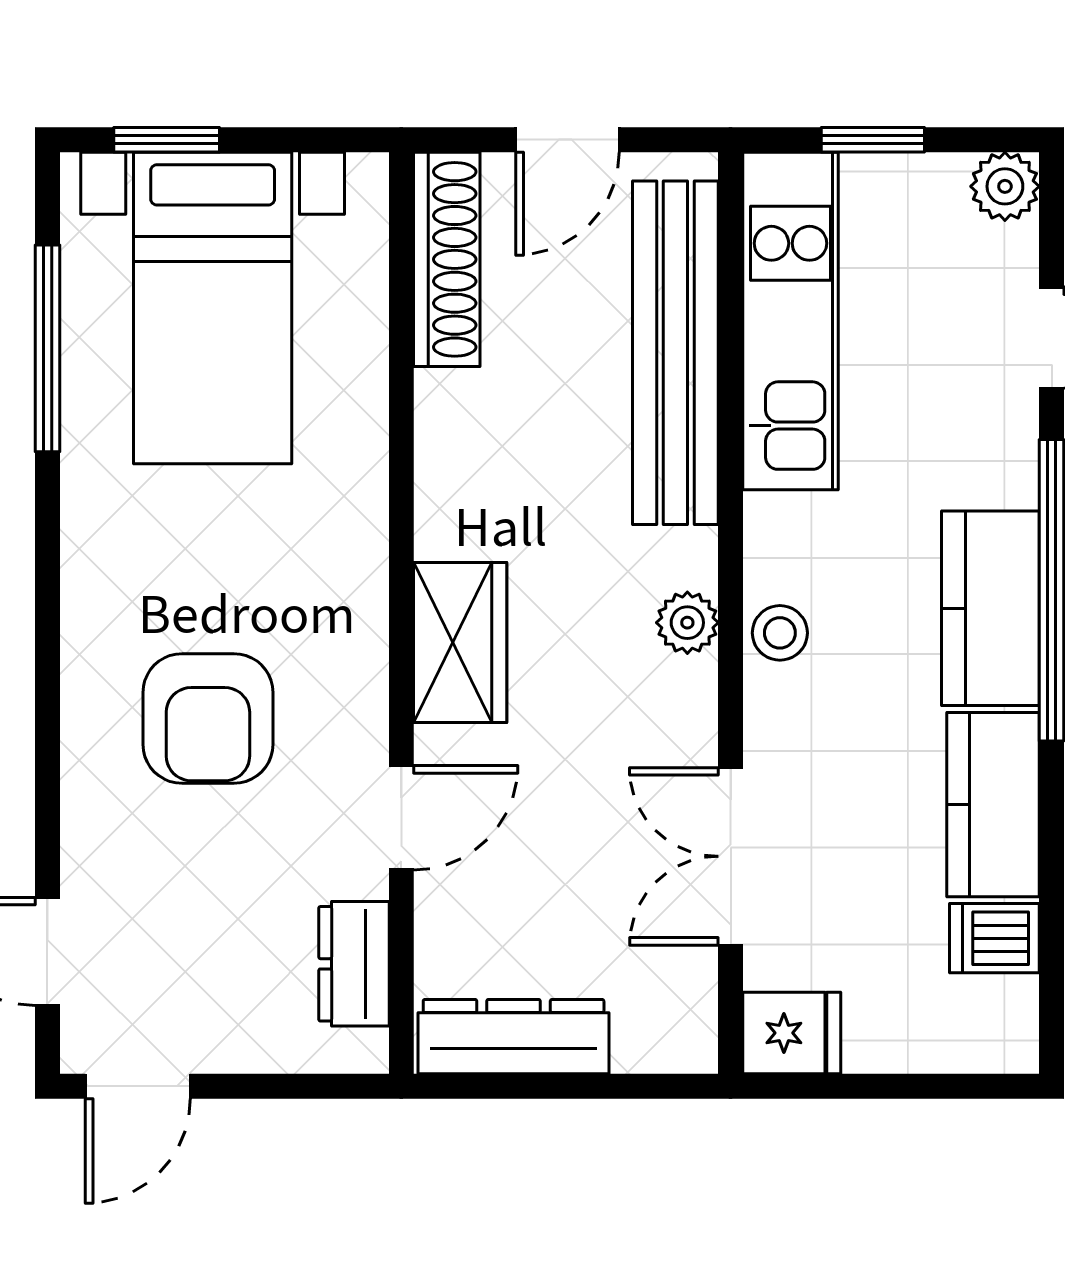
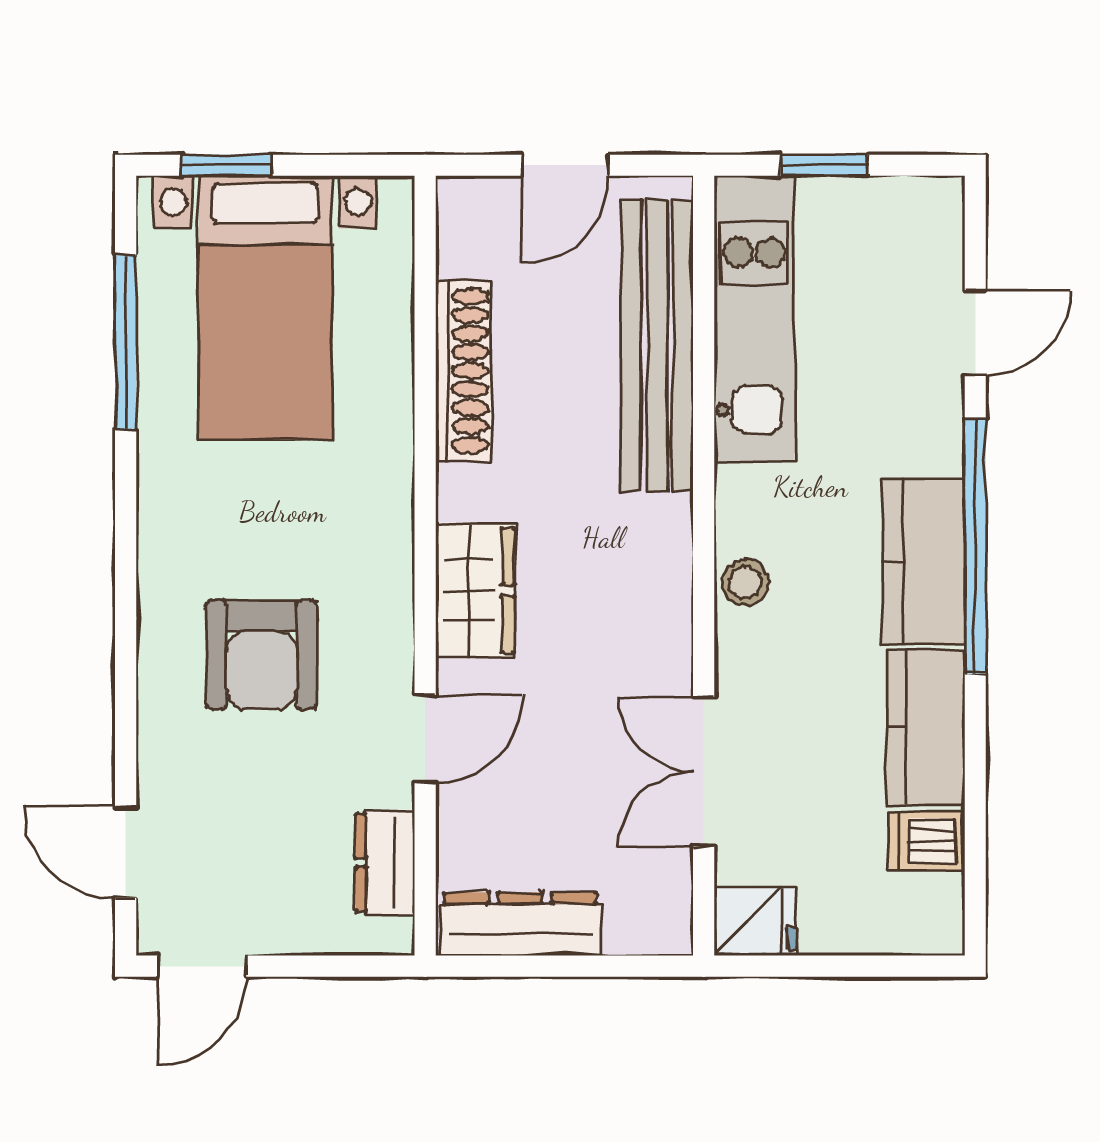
plant: (1005, 186) -> (936, 205), removed
shoe rack: (447, 259) -> (464, 371), moved
plant: (687, 623) -> (667, 574), removed

